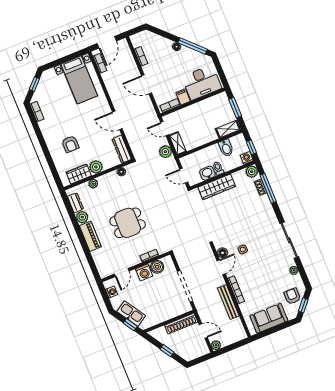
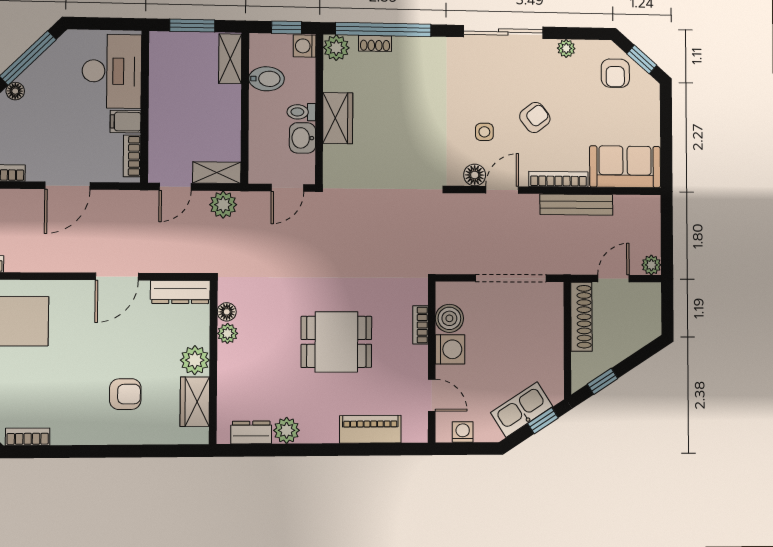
plant: (93, 184) -> (228, 333), moved
wardrobe: (217, 187) -> (338, 118), width x0.67
window: (268, 188) -> (383, 29), width x1.46
dining table: (128, 223) -> (336, 342), turned 90
piano: (90, 236) -> (370, 429), moved
door: (221, 267) -> (502, 190), hinge flipped
armchair: (258, 269) -> (535, 117), added
armchair: (292, 296) -> (615, 73), turned -90
sofa: (269, 318) -> (625, 167), moved, turned 90
window: (167, 351) -> (602, 381), moved

